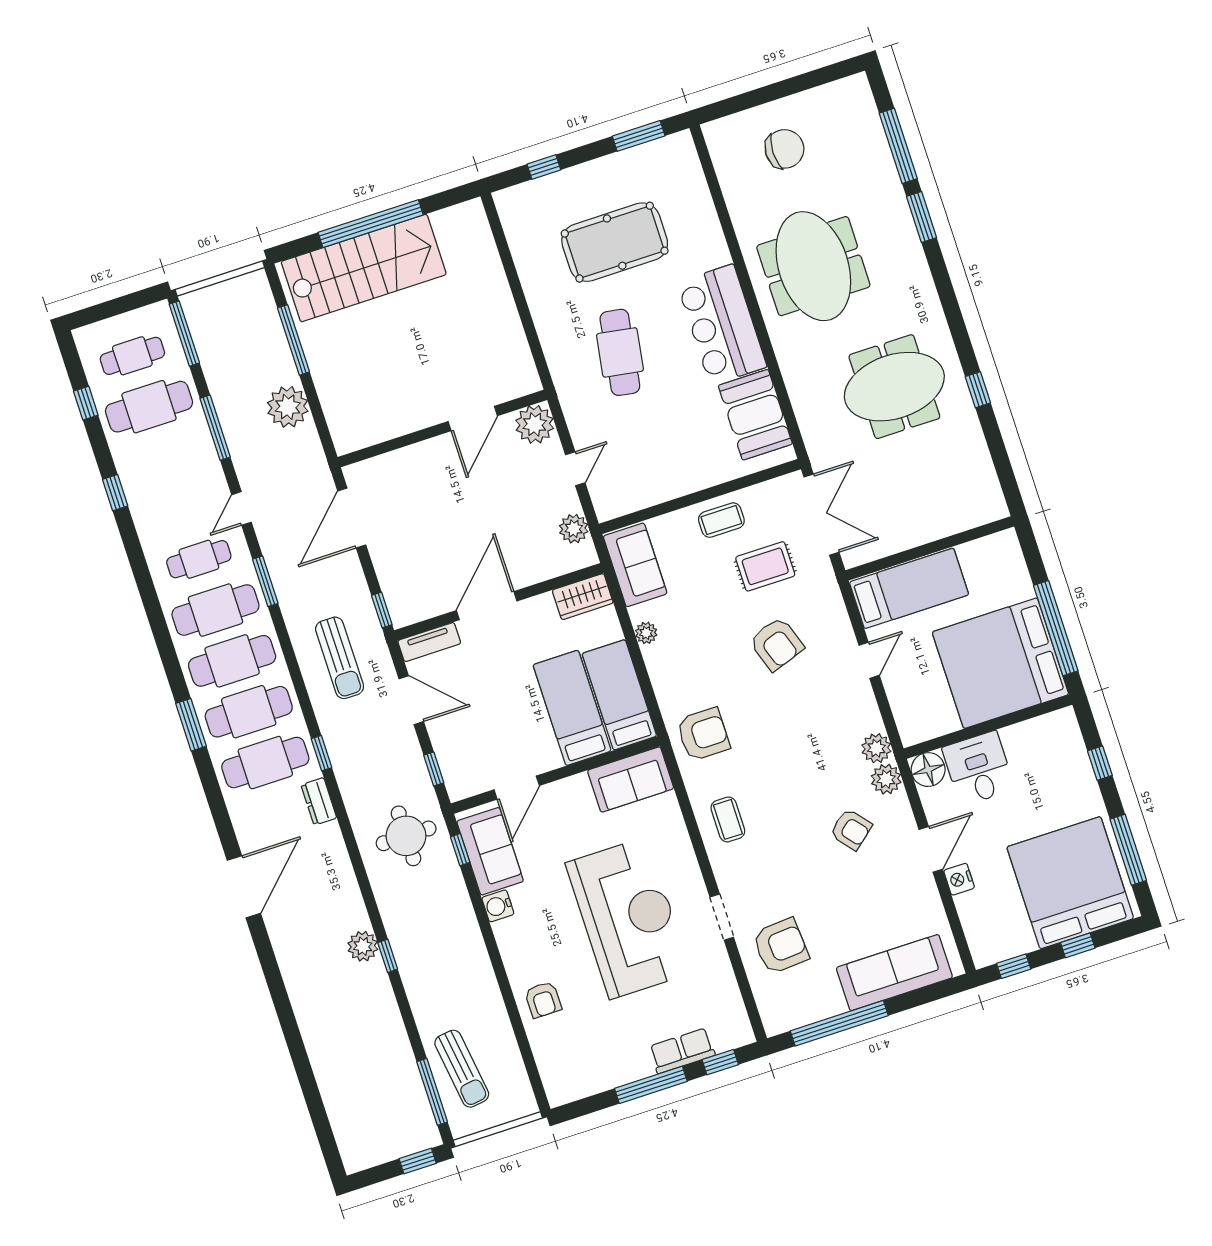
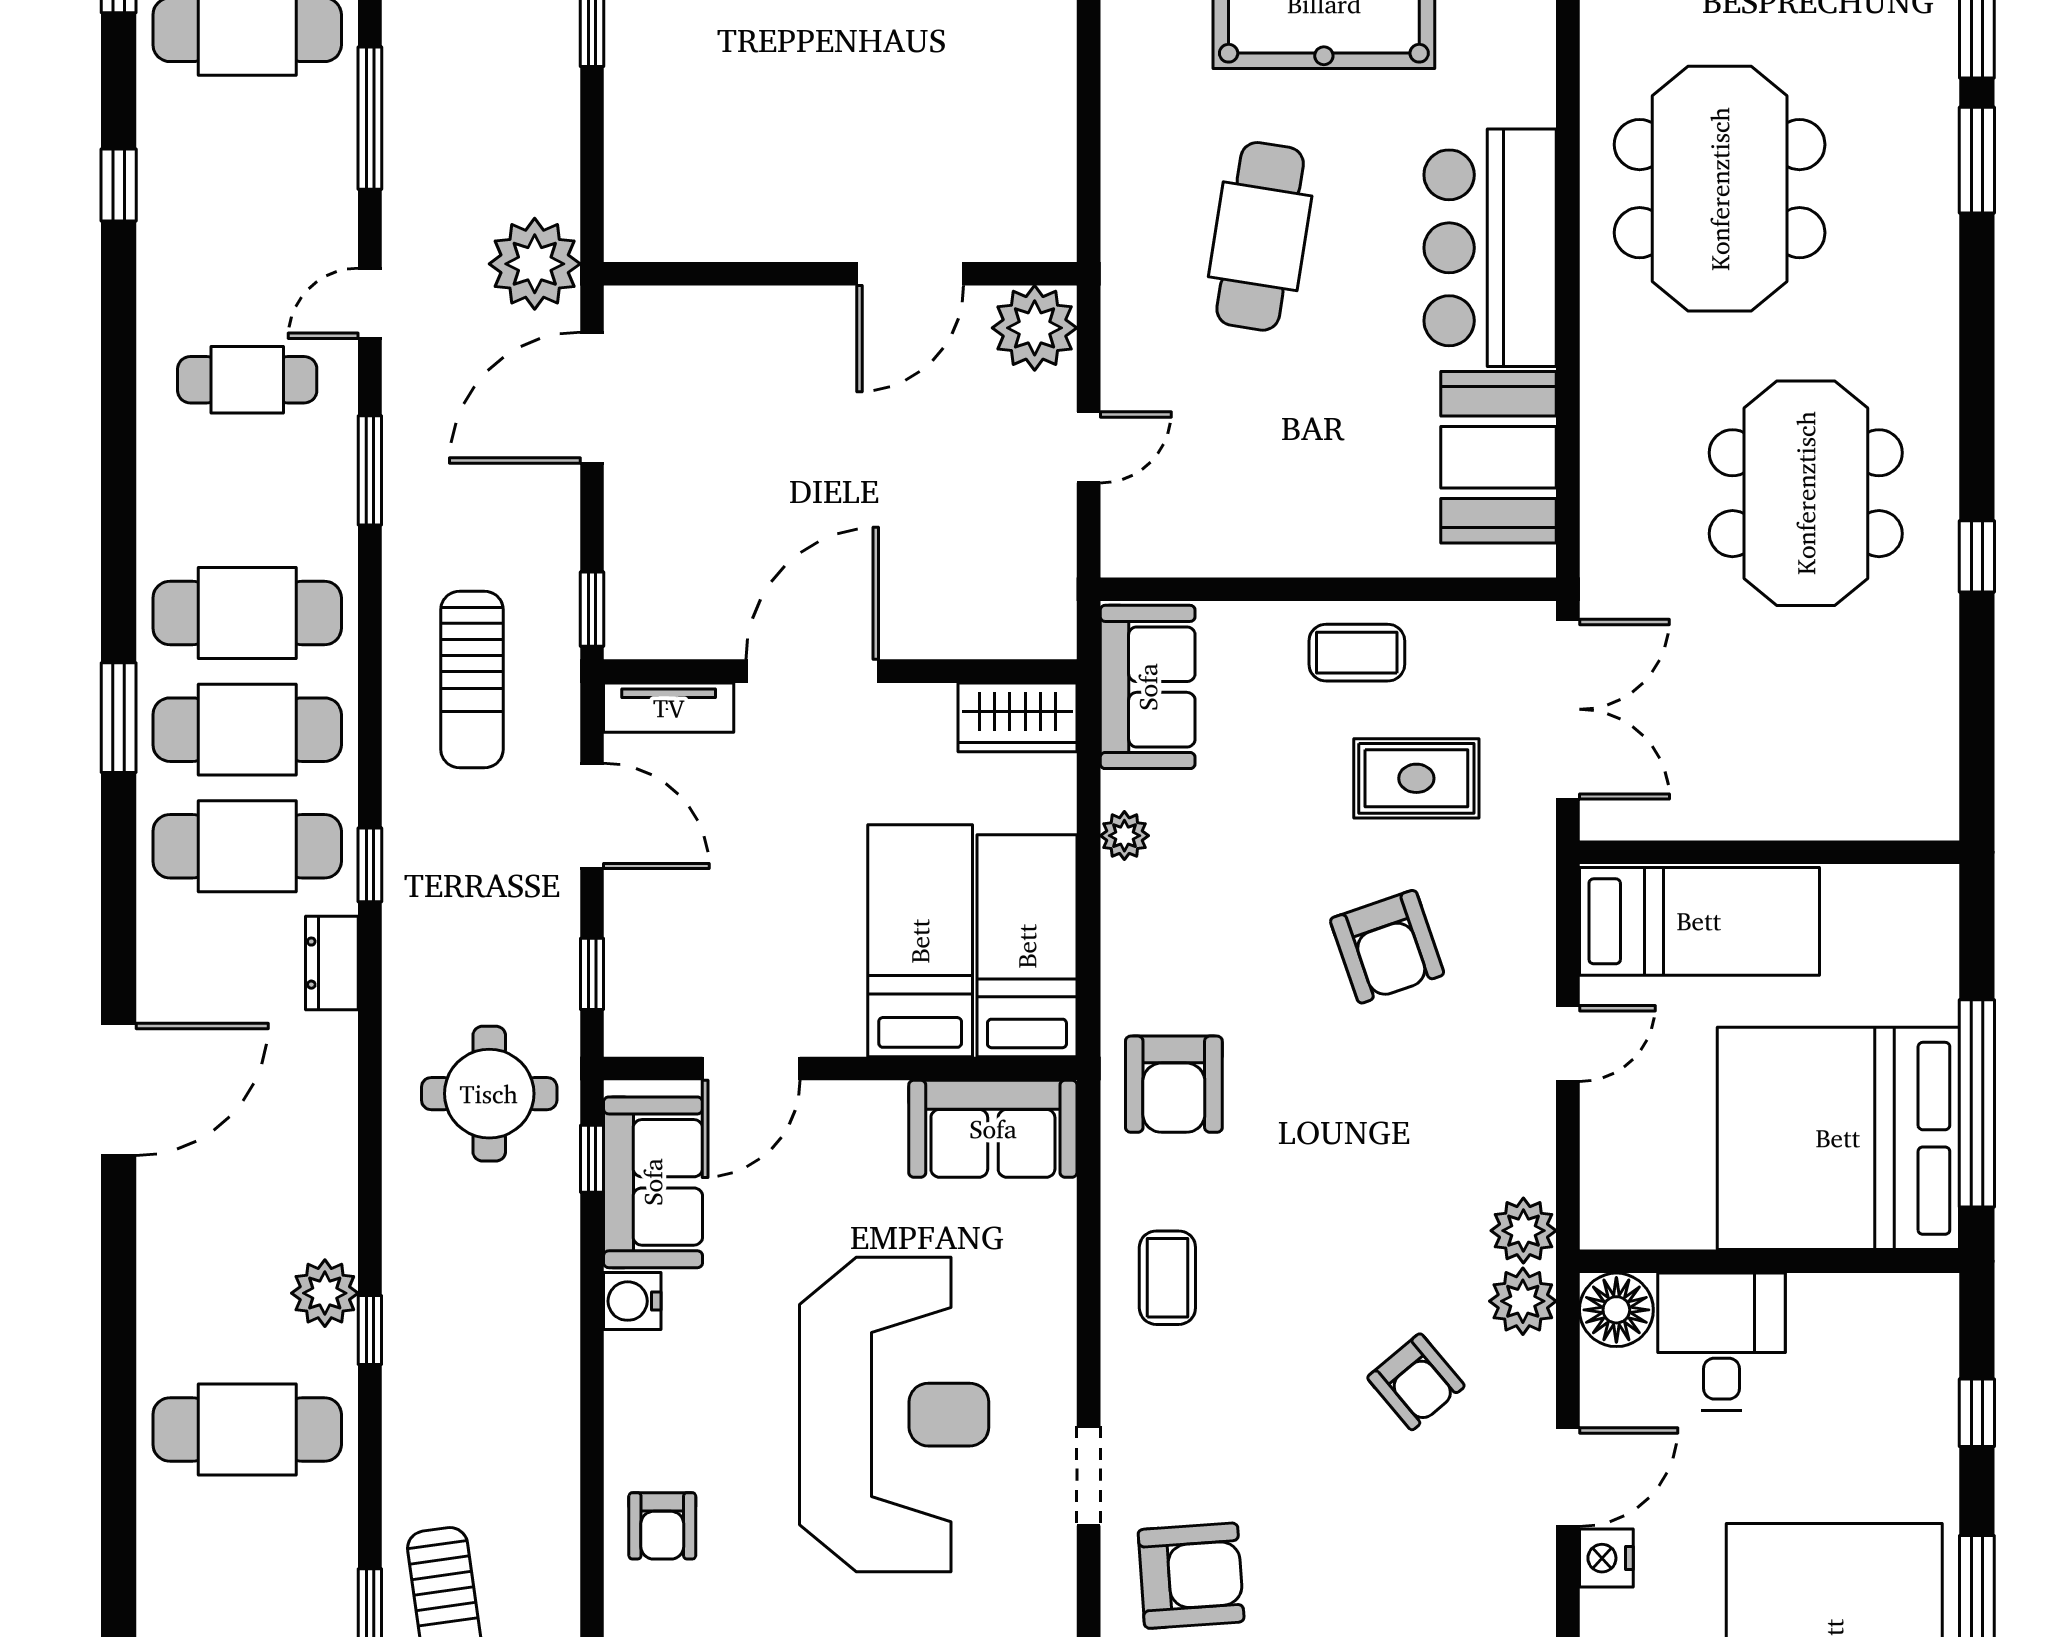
meeting table: (894, 387) -> (1806, 493), turned 90
plant: (288, 407) -> (535, 264), moved
plant: (574, 529) -> (1045, 570), removed
cafe table: (215, 610) -> (247, 1430), moved
armchair: (703, 734) -> (1174, 1084), turned 90

